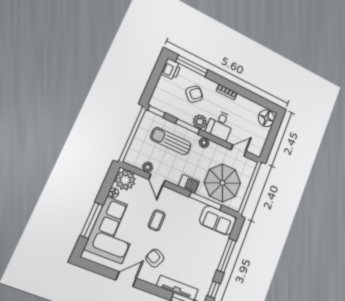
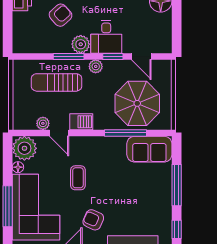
window: (156, 112) -> (113, 56), moved
door: (239, 150) -> (141, 56), swing flipped
barbecue: (189, 184) -> (81, 122), moved

